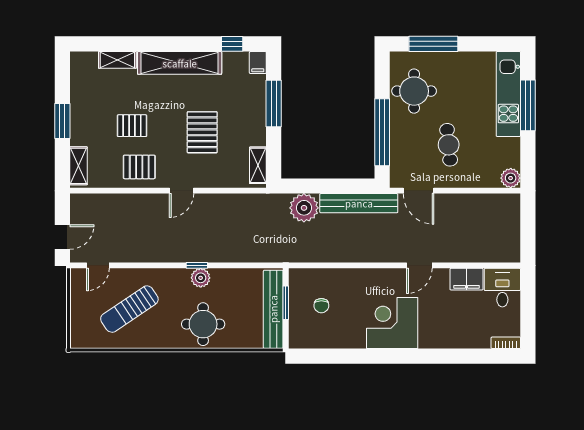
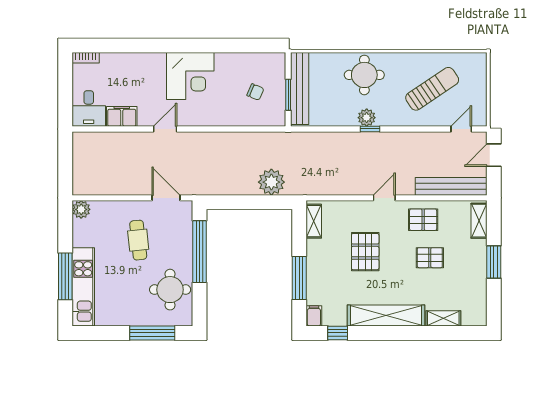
bench: (359, 203) -> (451, 186), moved
chair: (321, 306) -> (255, 92), turned 113

